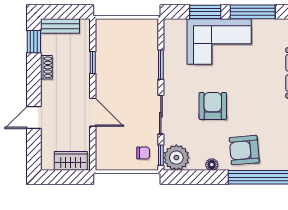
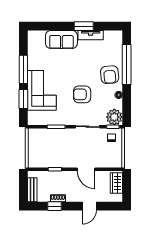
window: (34, 42) -> (55, 206), moved
door: (93, 112) -> (86, 169), swing flipped
door: (34, 118) -> (89, 206), hinge flipped

